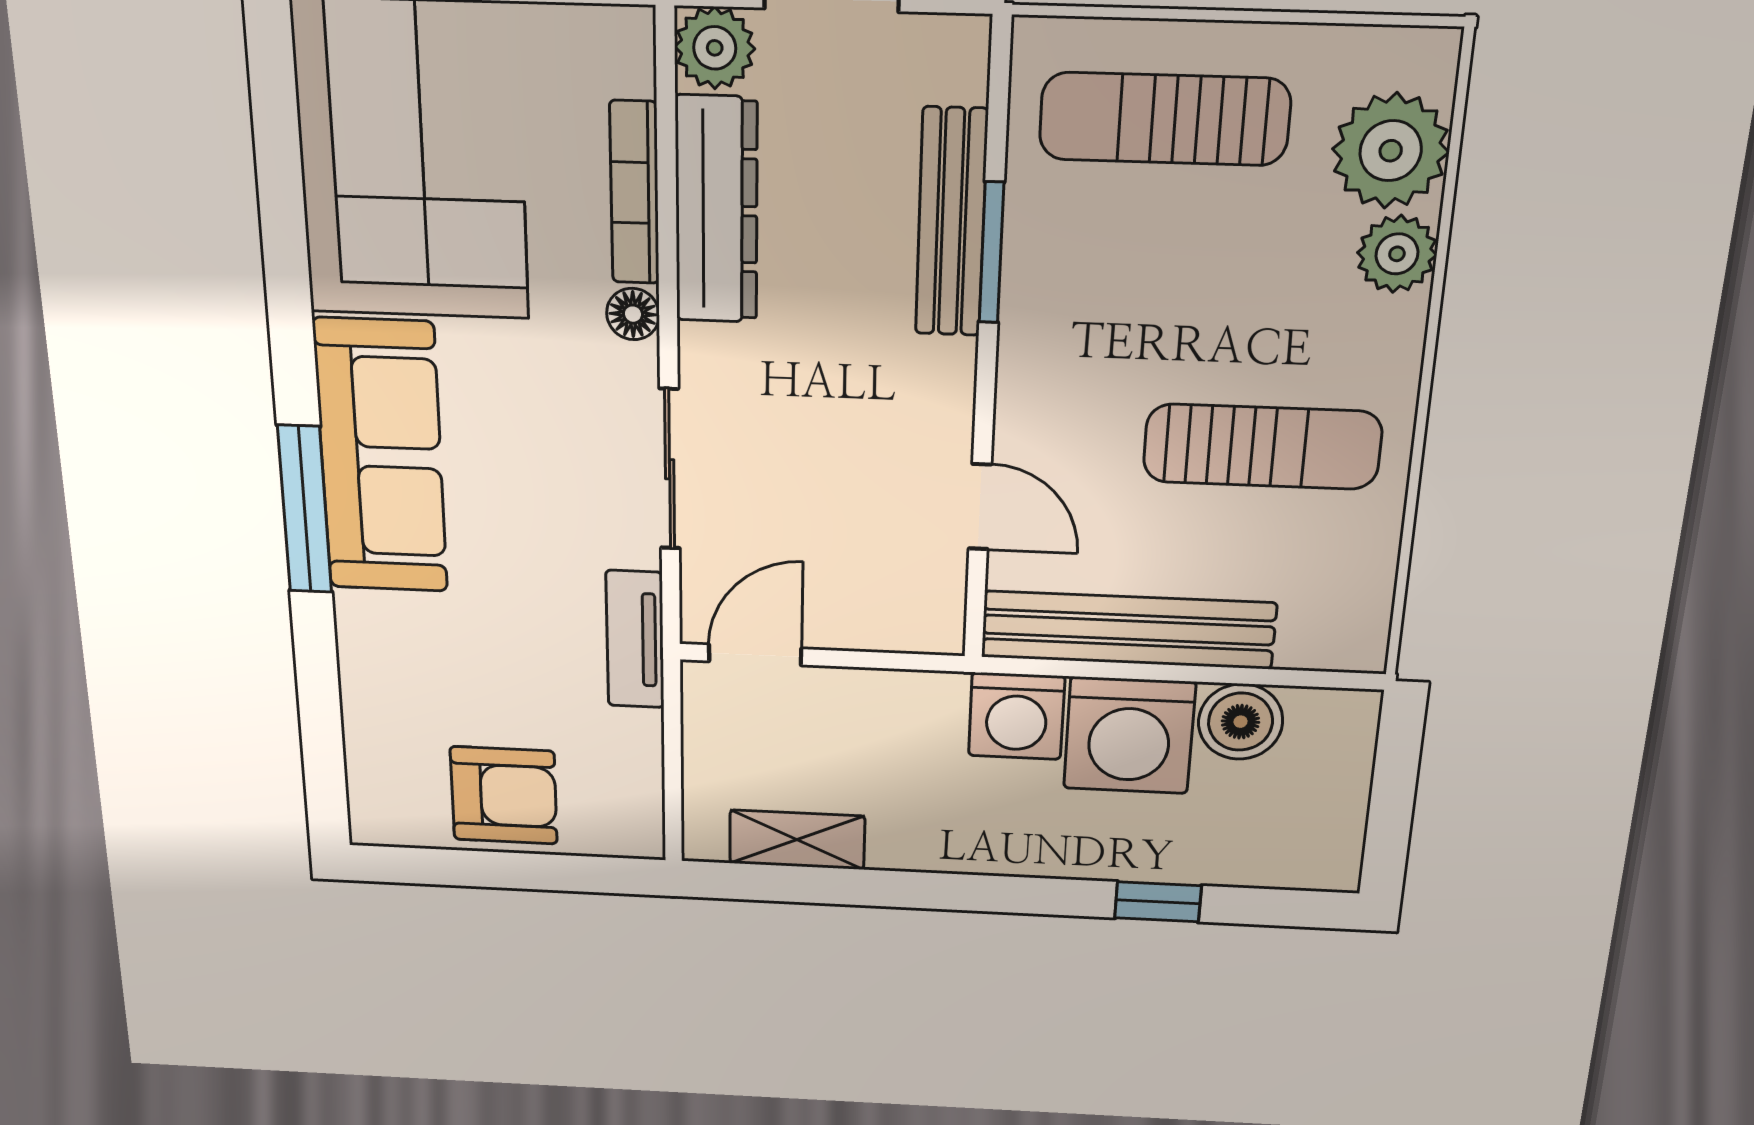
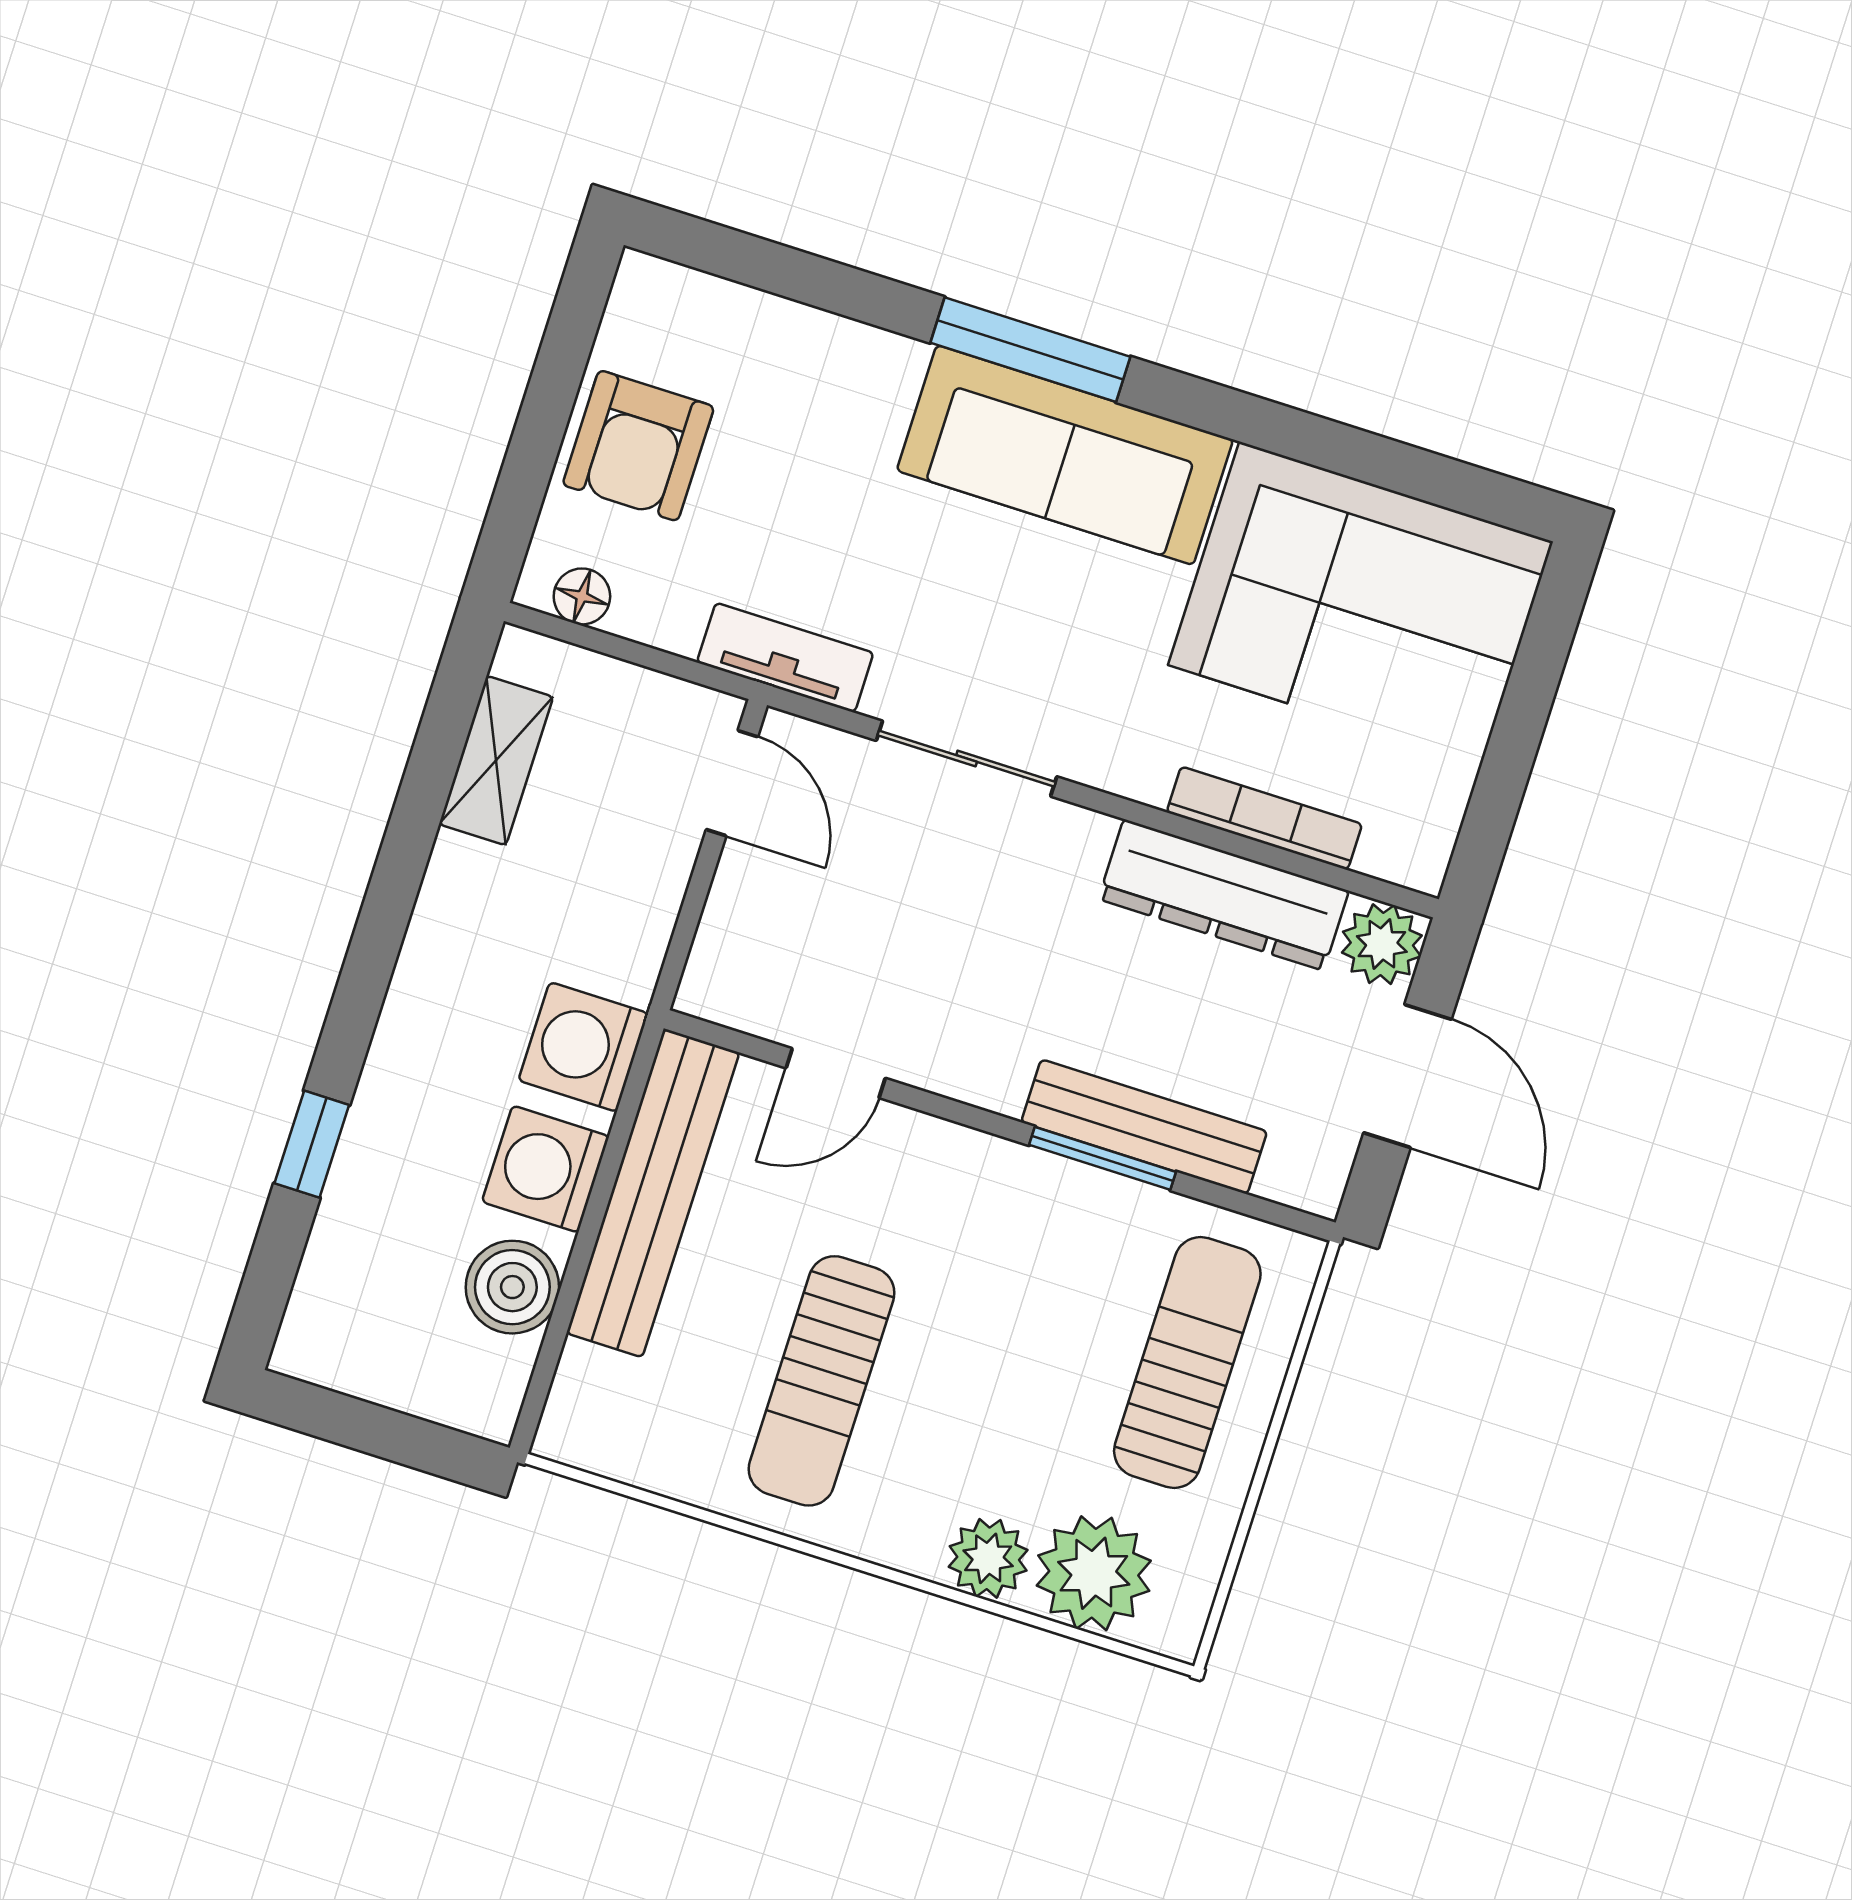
floor lamp: (633, 314) -> (582, 596), moved
washing machine: (1129, 735) -> (546, 1169), width x0.73, depth x0.73

